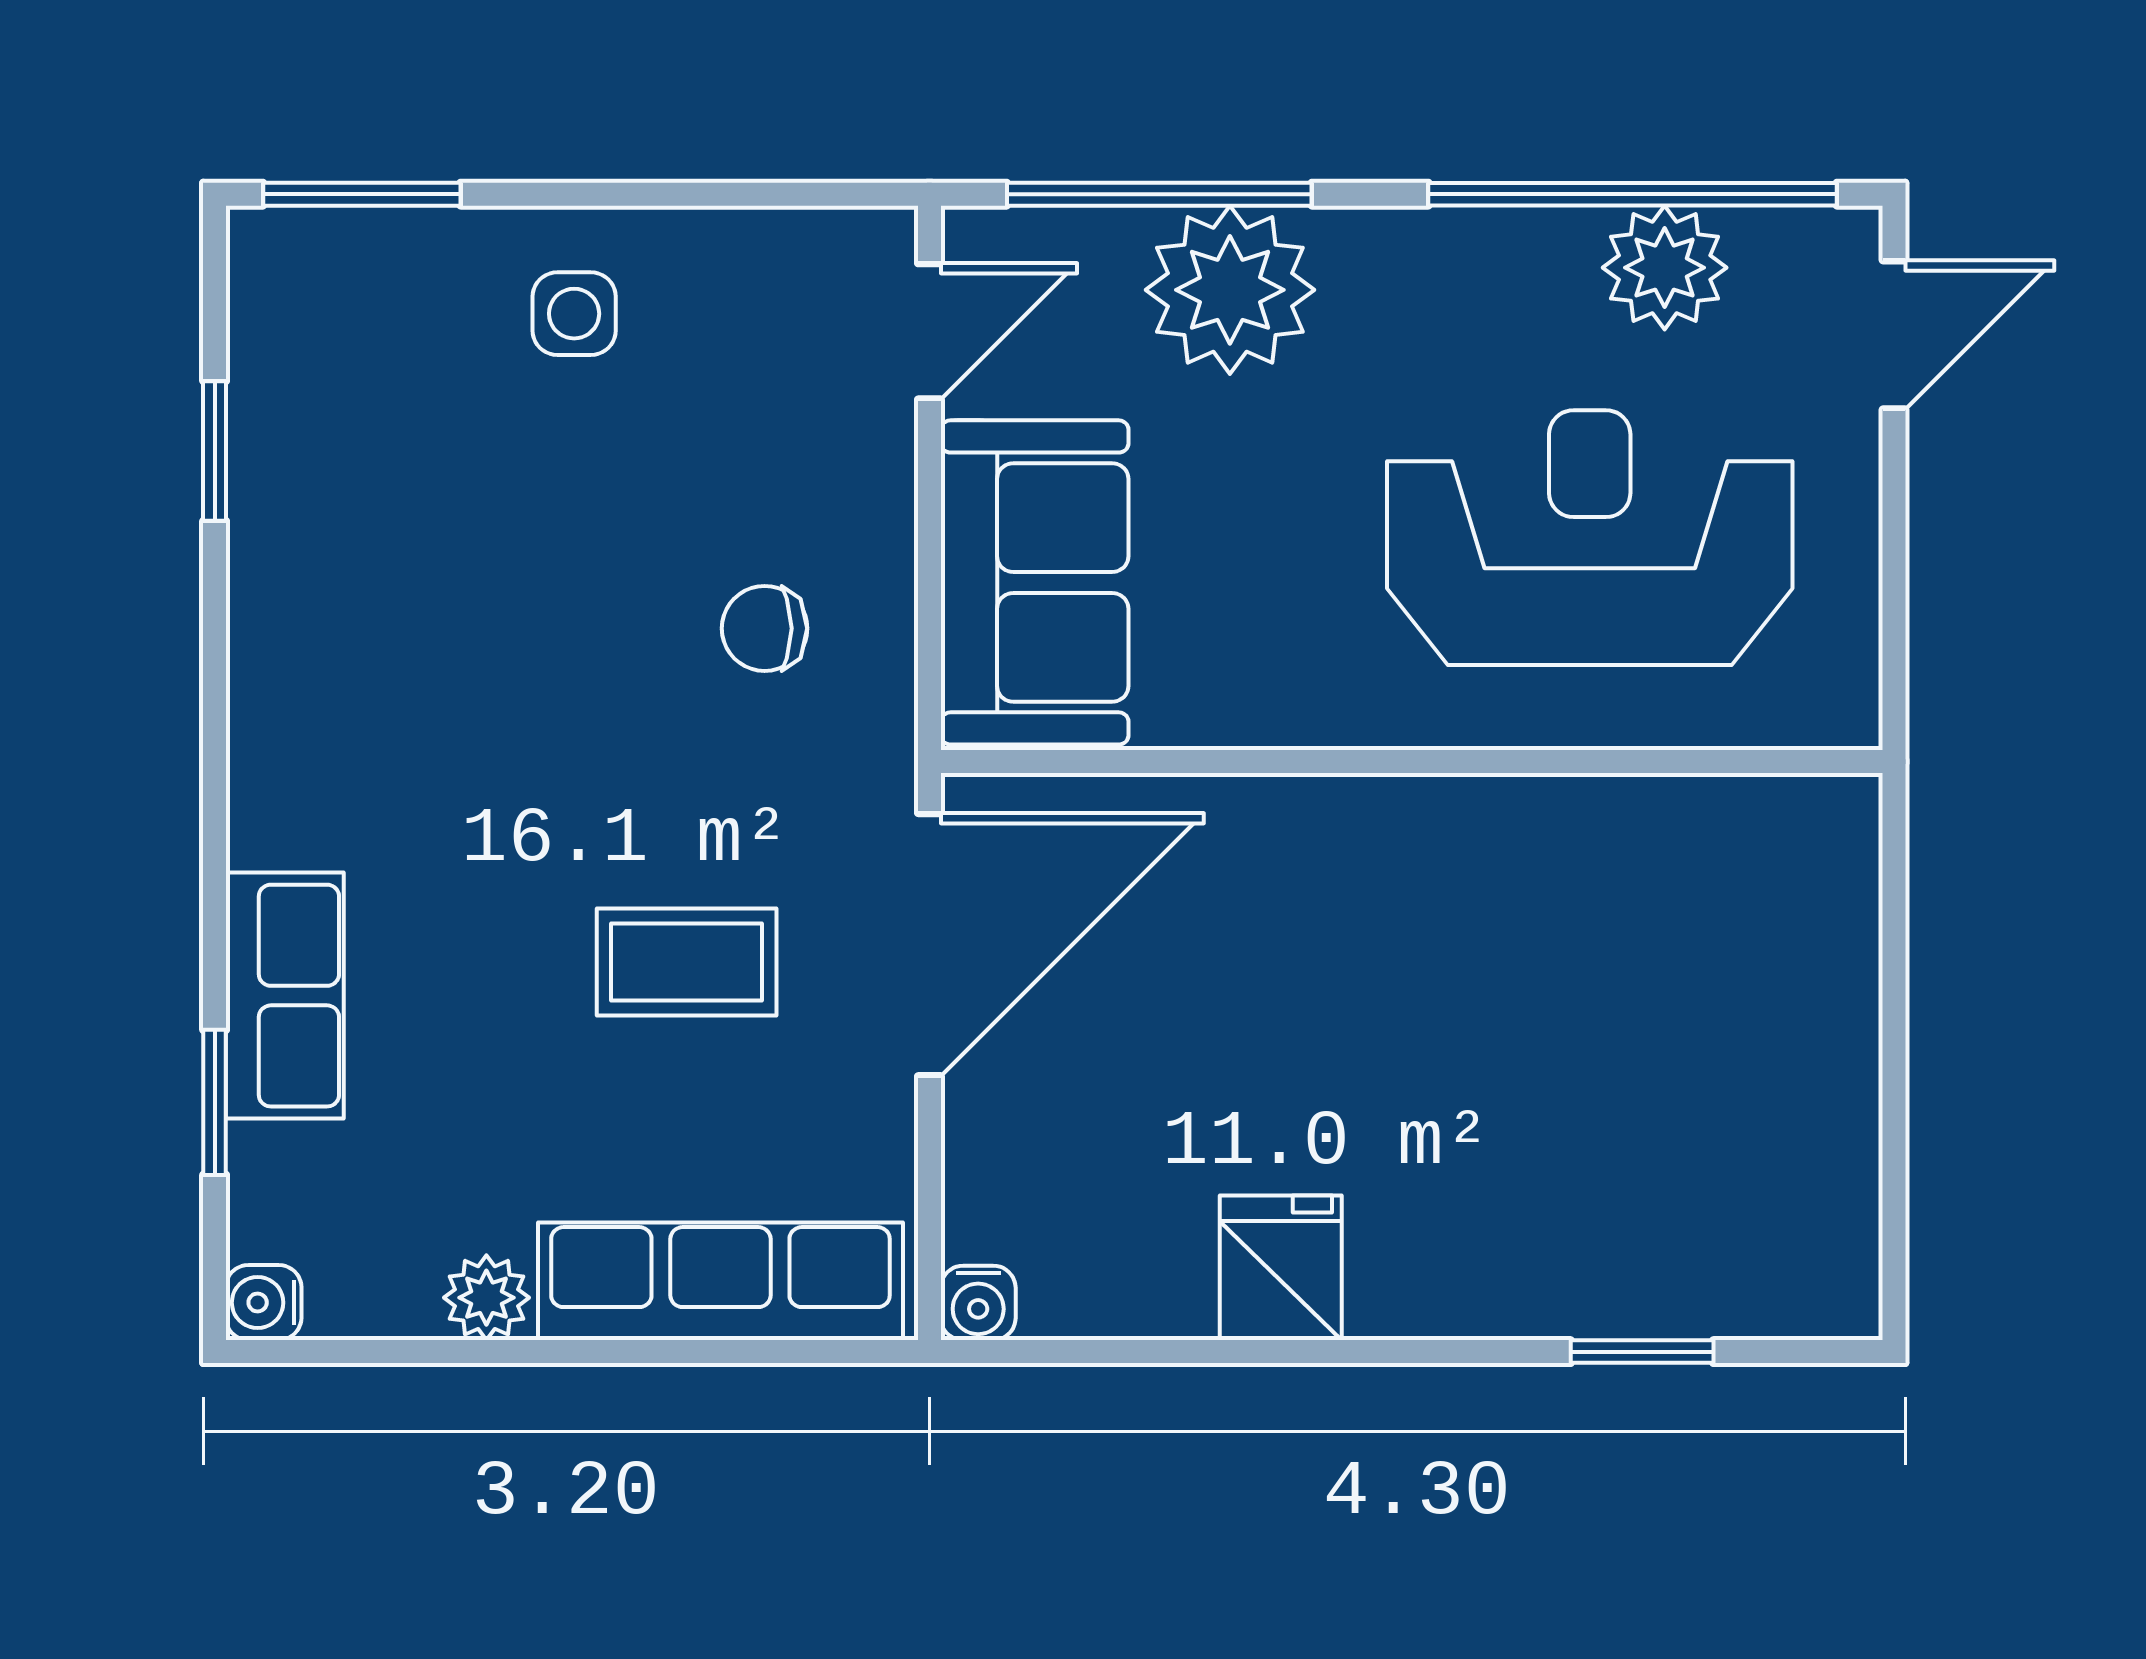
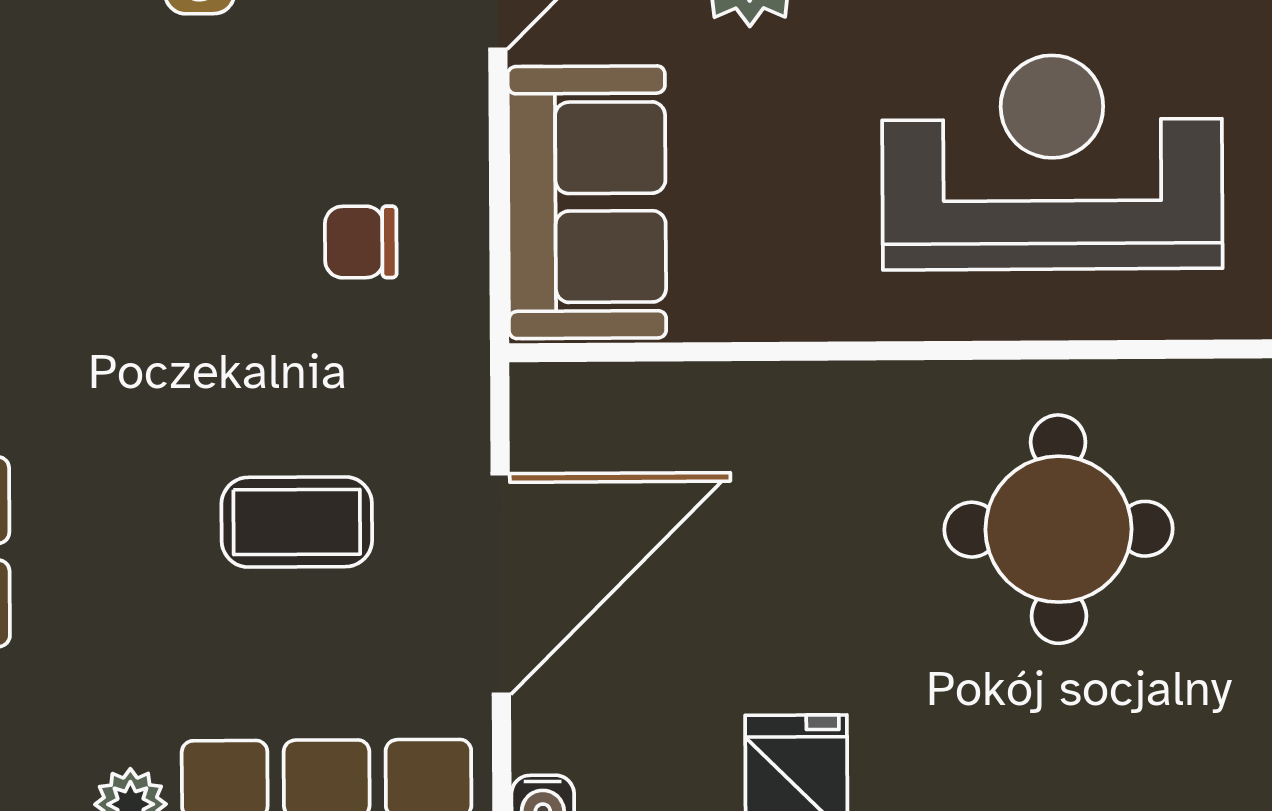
door: (929, 945) -> (501, 584), moved
round table: (1595, 975) -> (1059, 529), added

